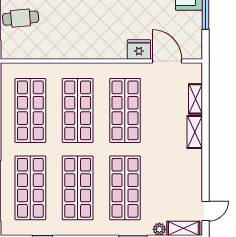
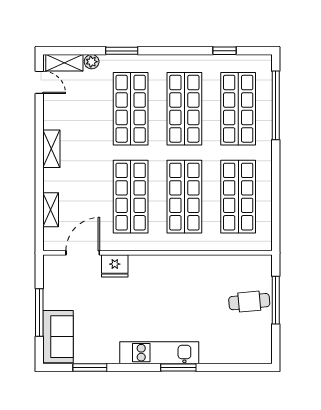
door: (167, 61) -> (83, 253), swing flipped
shelving: (195, 132) -> (51, 149), moved
door: (205, 211) -> (39, 82), swing flipped

